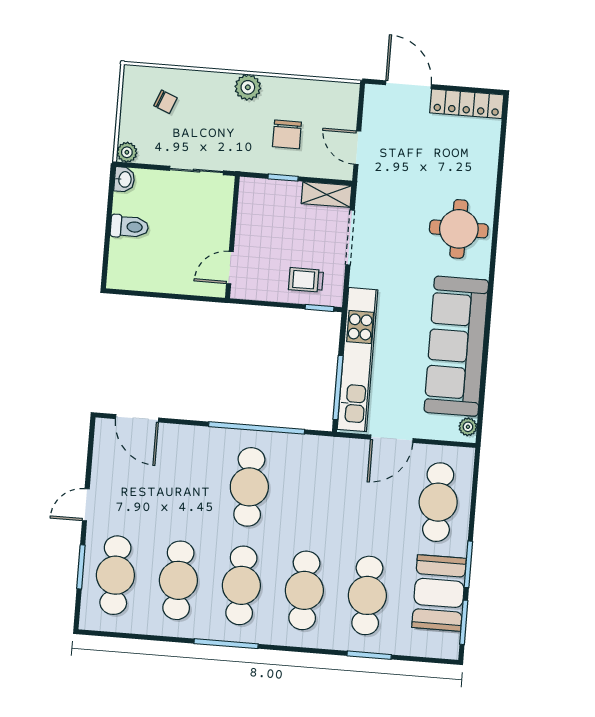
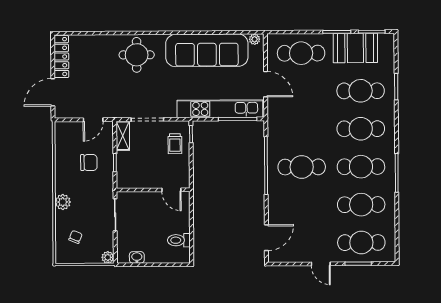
plant: (248, 87) -> (63, 202), moved
washbasin: (124, 179) -> (137, 257), moved
toilet: (129, 227) -> (179, 240), moved, turned -90

